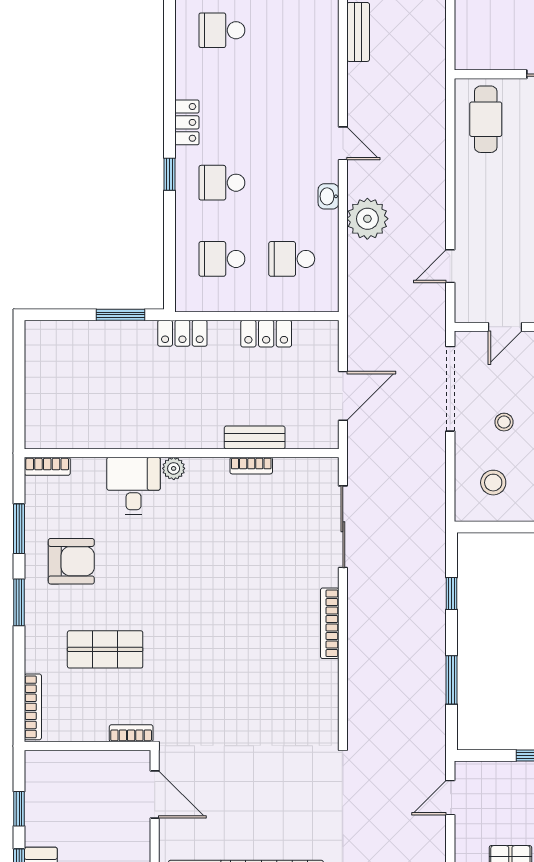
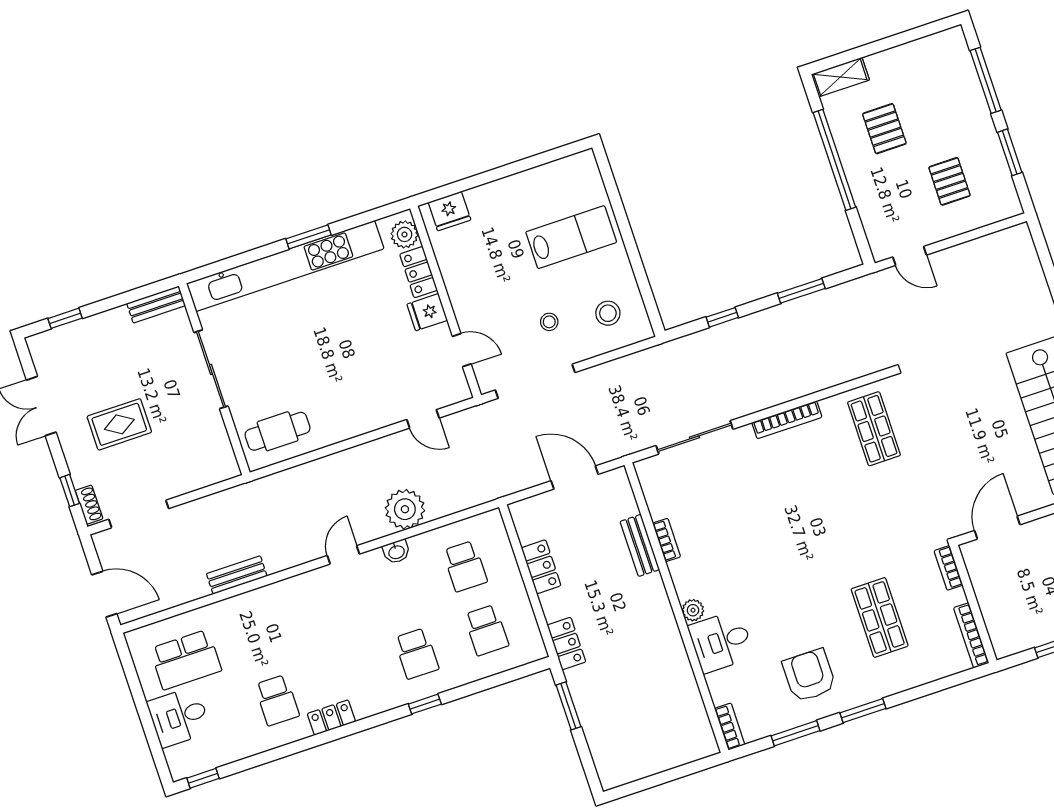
locker: (187, 122) -> (331, 718), moved
shop shelf: (292, 706) -> (874, 429), added
bookcase: (33, 707) -> (971, 635), moved, turned -90

